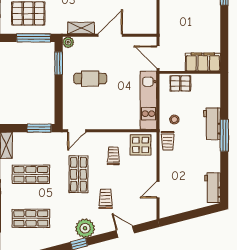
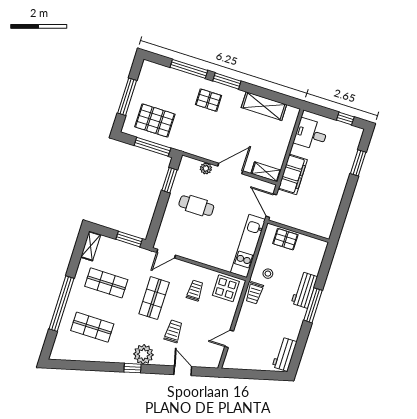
shelving: (81, 28) -> (266, 172), moved
plant: (68, 42) -> (206, 168), moved
filing cabinet: (203, 62) -> (293, 174), moved, turned 90

